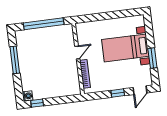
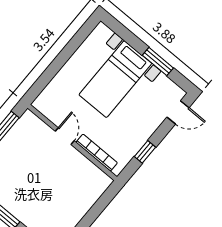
door: (140, 90) -> (178, 112), hinge flipped
window: (118, 93) -> (145, 152), moved

